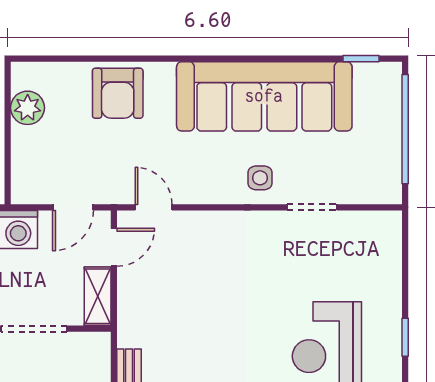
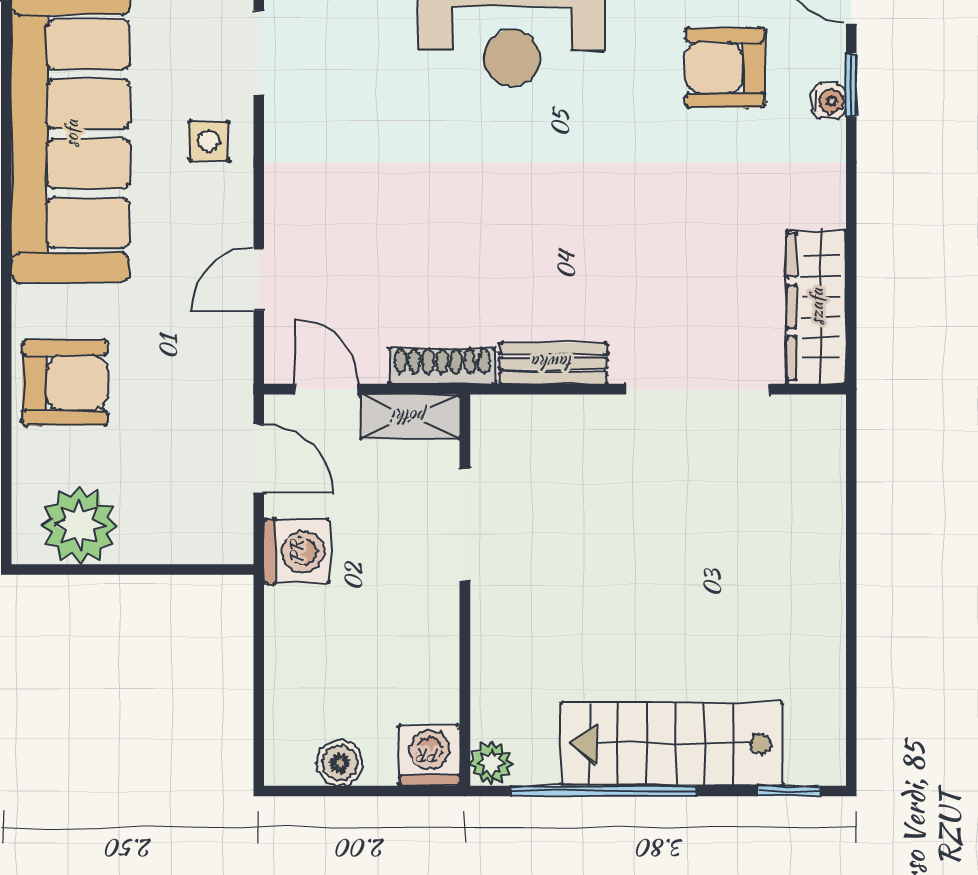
plant: (28, 108) -> (79, 525), width x1.36, depth x1.36
door: (154, 207) -> (259, 279), moved
shoe rack: (128, 315) -> (442, 366), added

